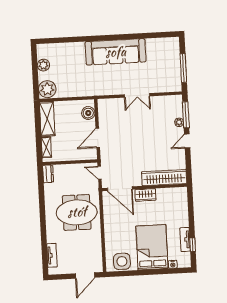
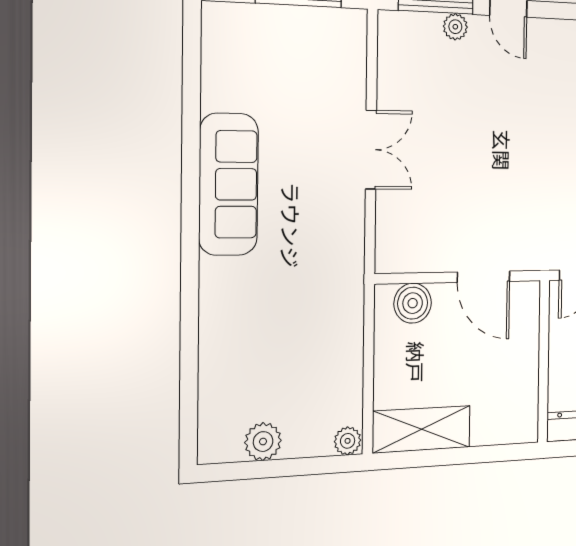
sofa: (116, 52) -> (229, 184), width x0.74, depth x0.79
plant: (47, 89) -> (348, 441), width x0.53, depth x0.53
shelving: (46, 147) -> (500, 431), removed

